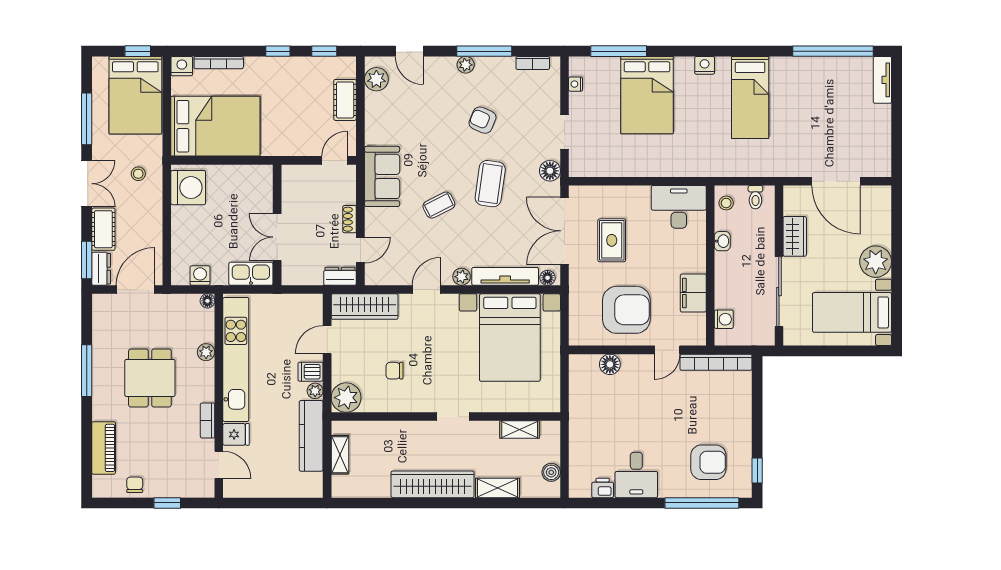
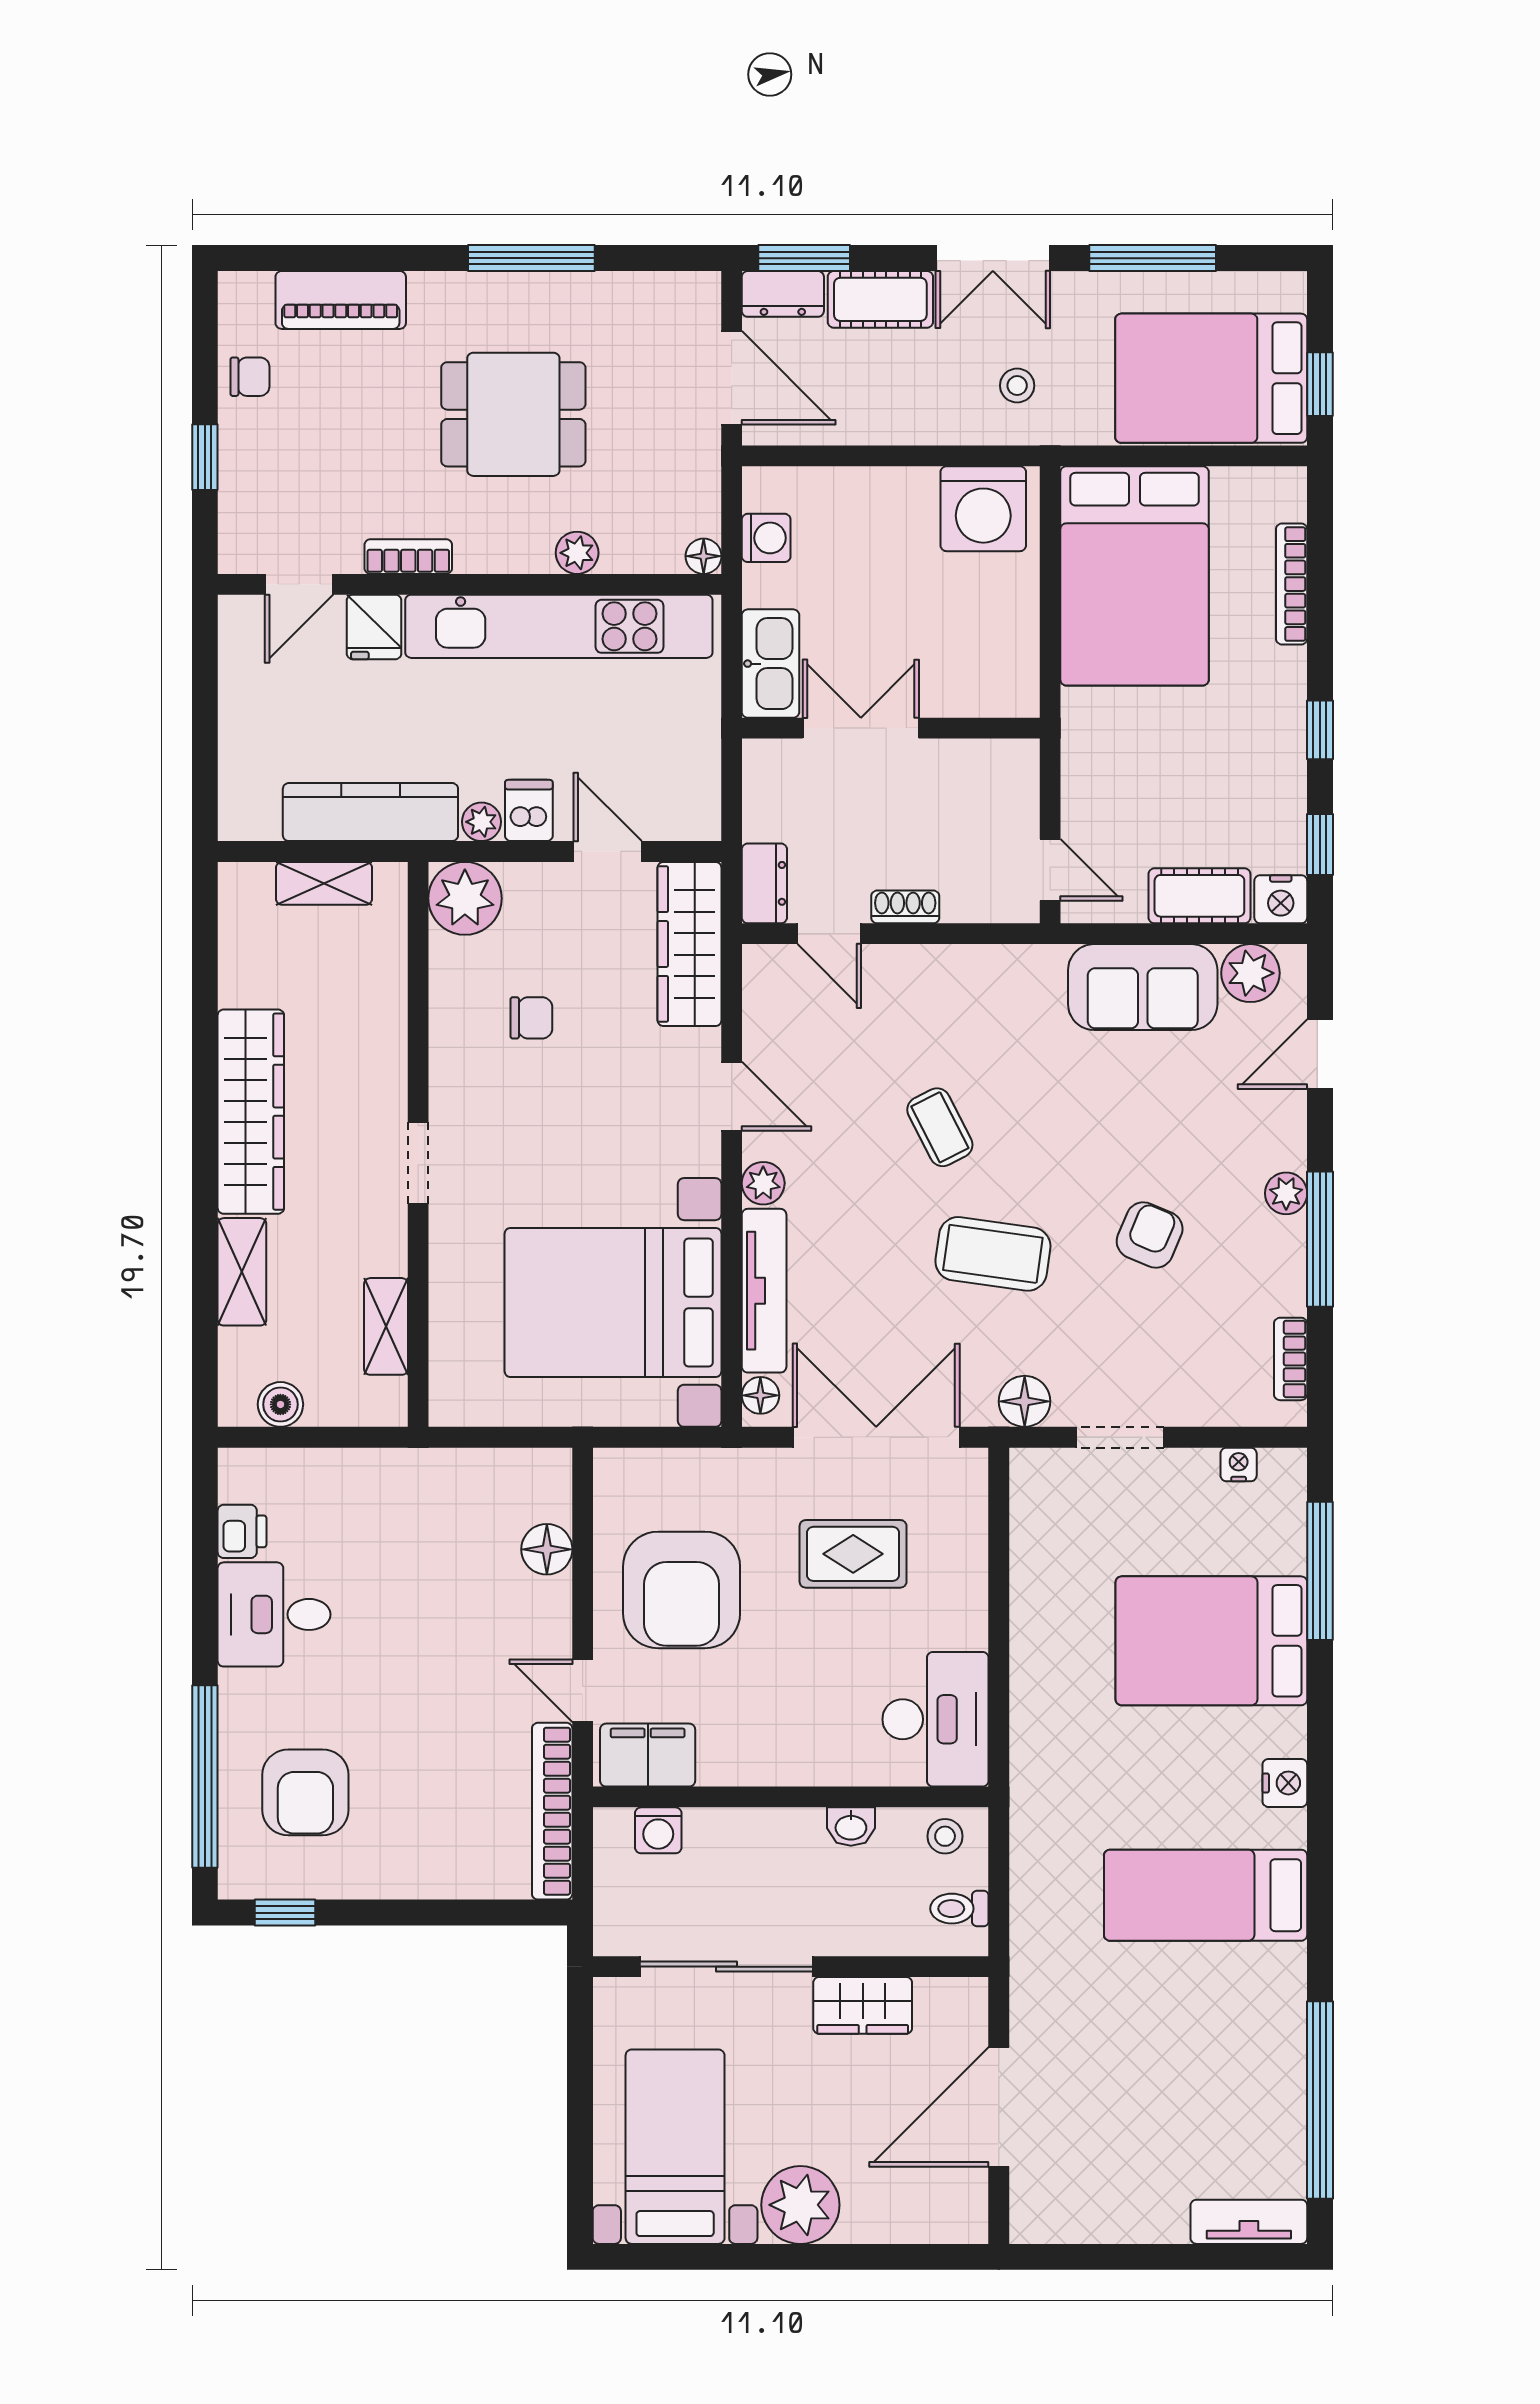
nightstand: (182, 66) -> (1281, 899), moved, turned 90
sofa: (382, 176) -> (1143, 987), moved
filing cabinet: (693, 293) -> (648, 1755), moved
chair: (395, 371) -> (531, 1018), turned 90

